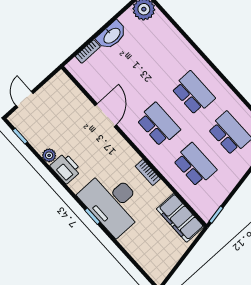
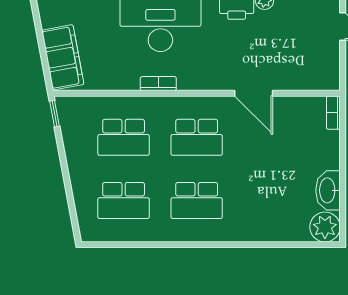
washbasin: (112, 35) -> (328, 190), moved
bookcase: (88, 51) -> (333, 113), moved
filing cabinet: (180, 218) -> (63, 57), moved, turned 79

